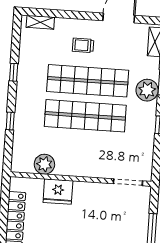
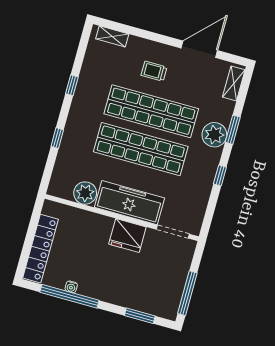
freezer: (85, 165) -> (130, 203), added
fridge: (58, 192) -> (127, 235), moved

